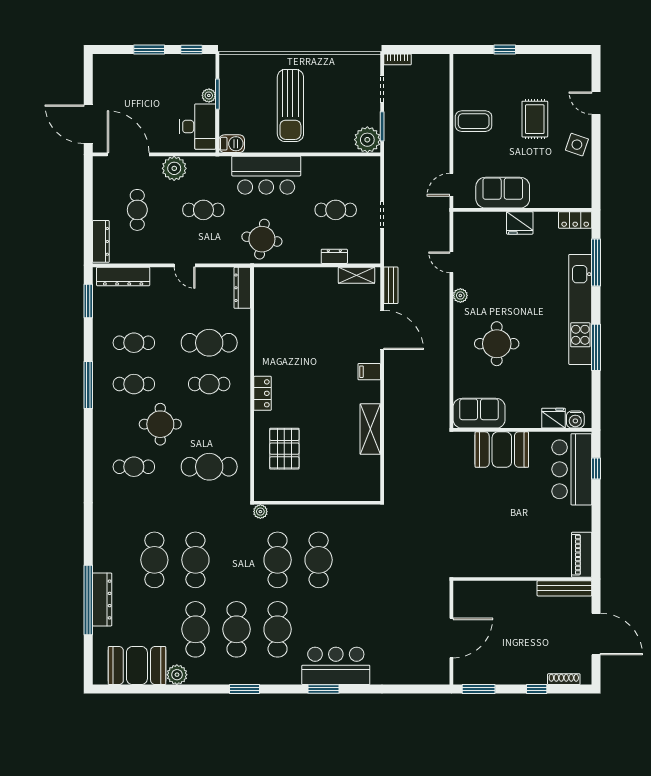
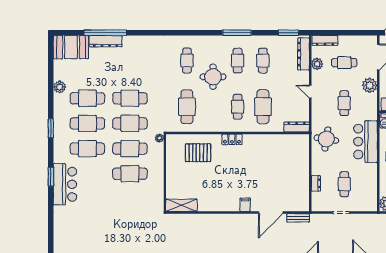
plant: (139, 254) -> (317, 64), added
door: (185, 265) -> (310, 92), hinge flipped
shelving: (356, 275) -> (304, 197), removed
shelving: (370, 429) -> (181, 205), moved
cafe table: (154, 560) -> (130, 123), moved
booth: (137, 666) -> (71, 47), moved, turned 90

